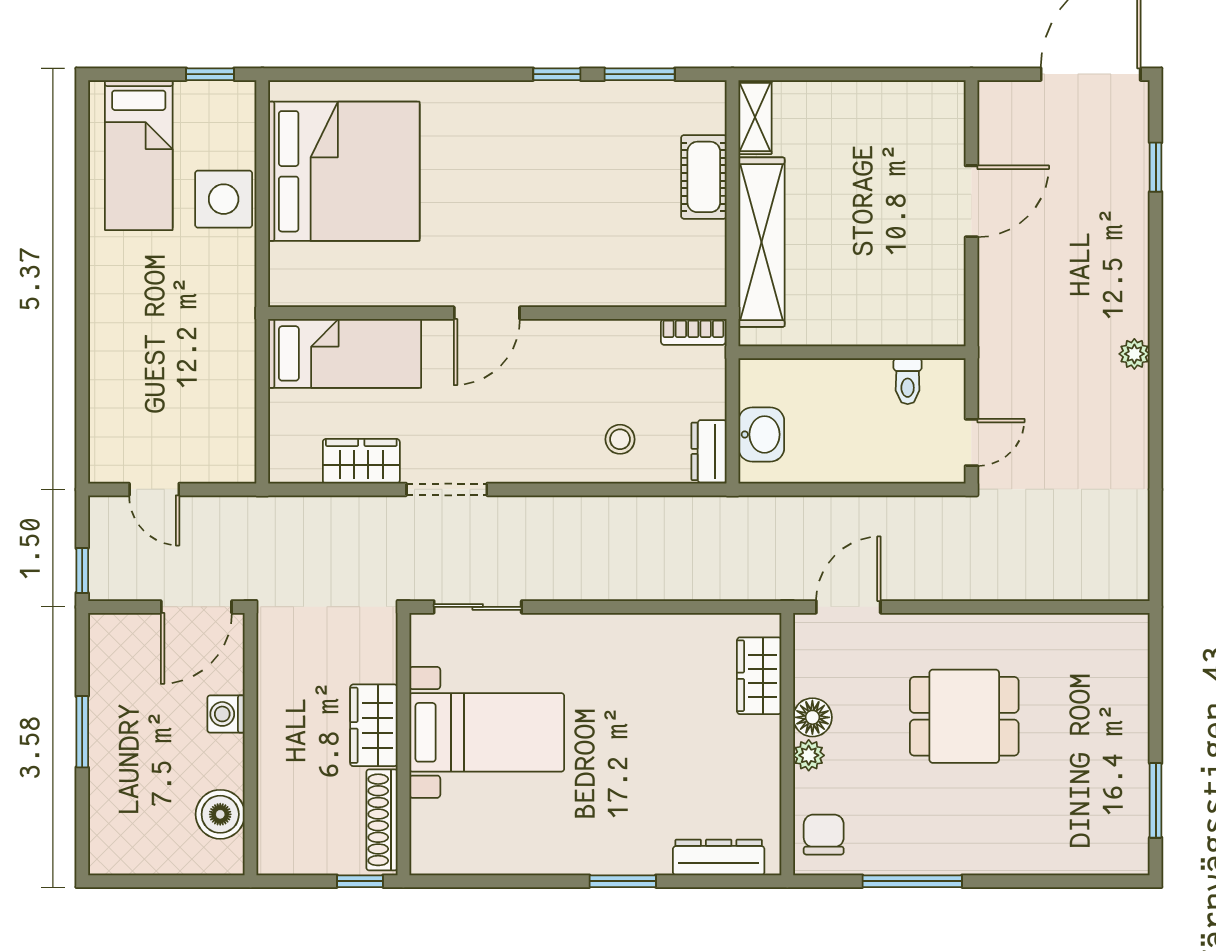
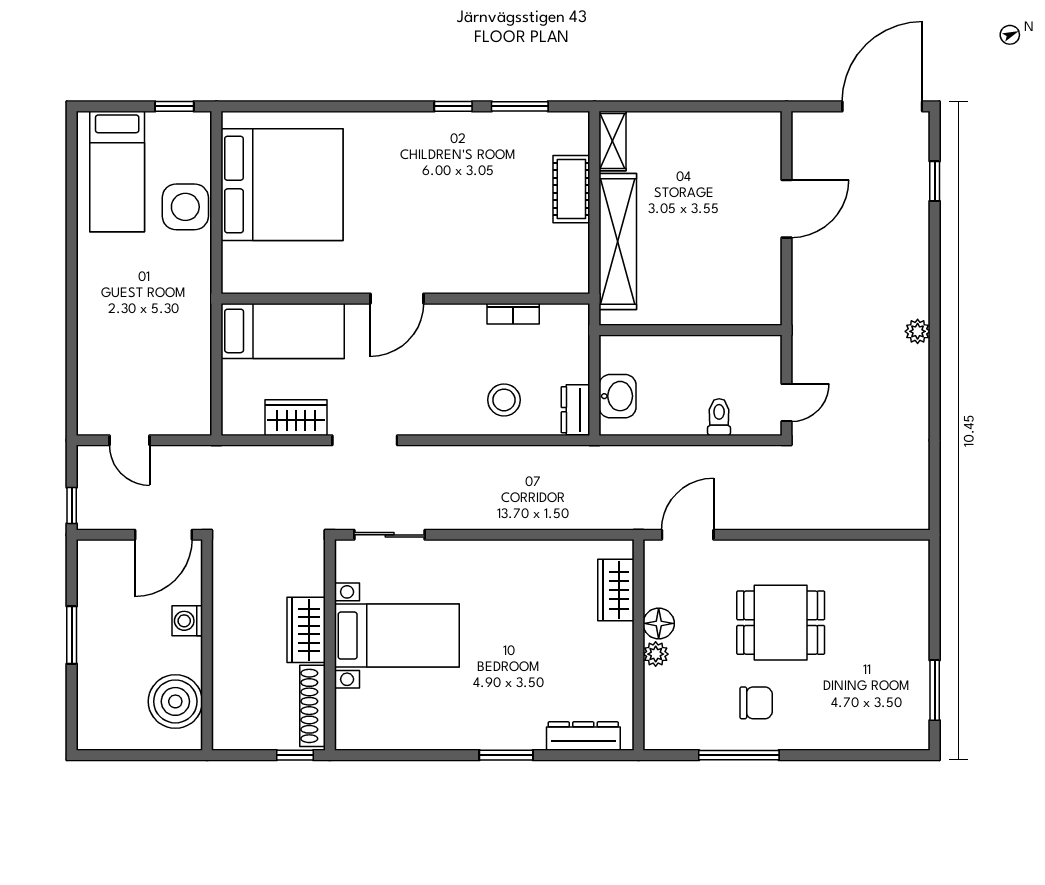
bookcase: (693, 332) -> (513, 314), moved
toilet: (908, 381) -> (719, 417), moved, turned 180
stool: (620, 439) -> (504, 400), width x1.37, depth x1.37
boiler: (220, 814) -> (175, 701), width x1.37, depth x1.37
chair: (824, 835) -> (756, 703), moved, turned 90

